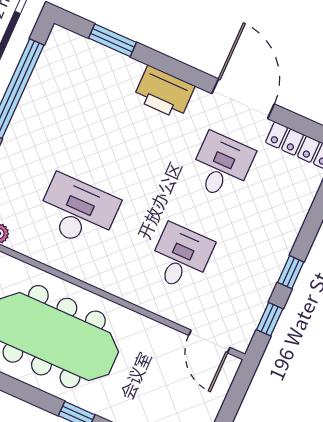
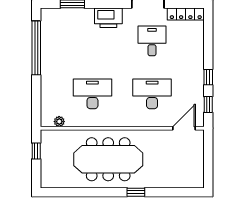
desk: (181, 257) -> (152, 94), width x1.37
door: (209, 341) -> (184, 128), swing flipped

